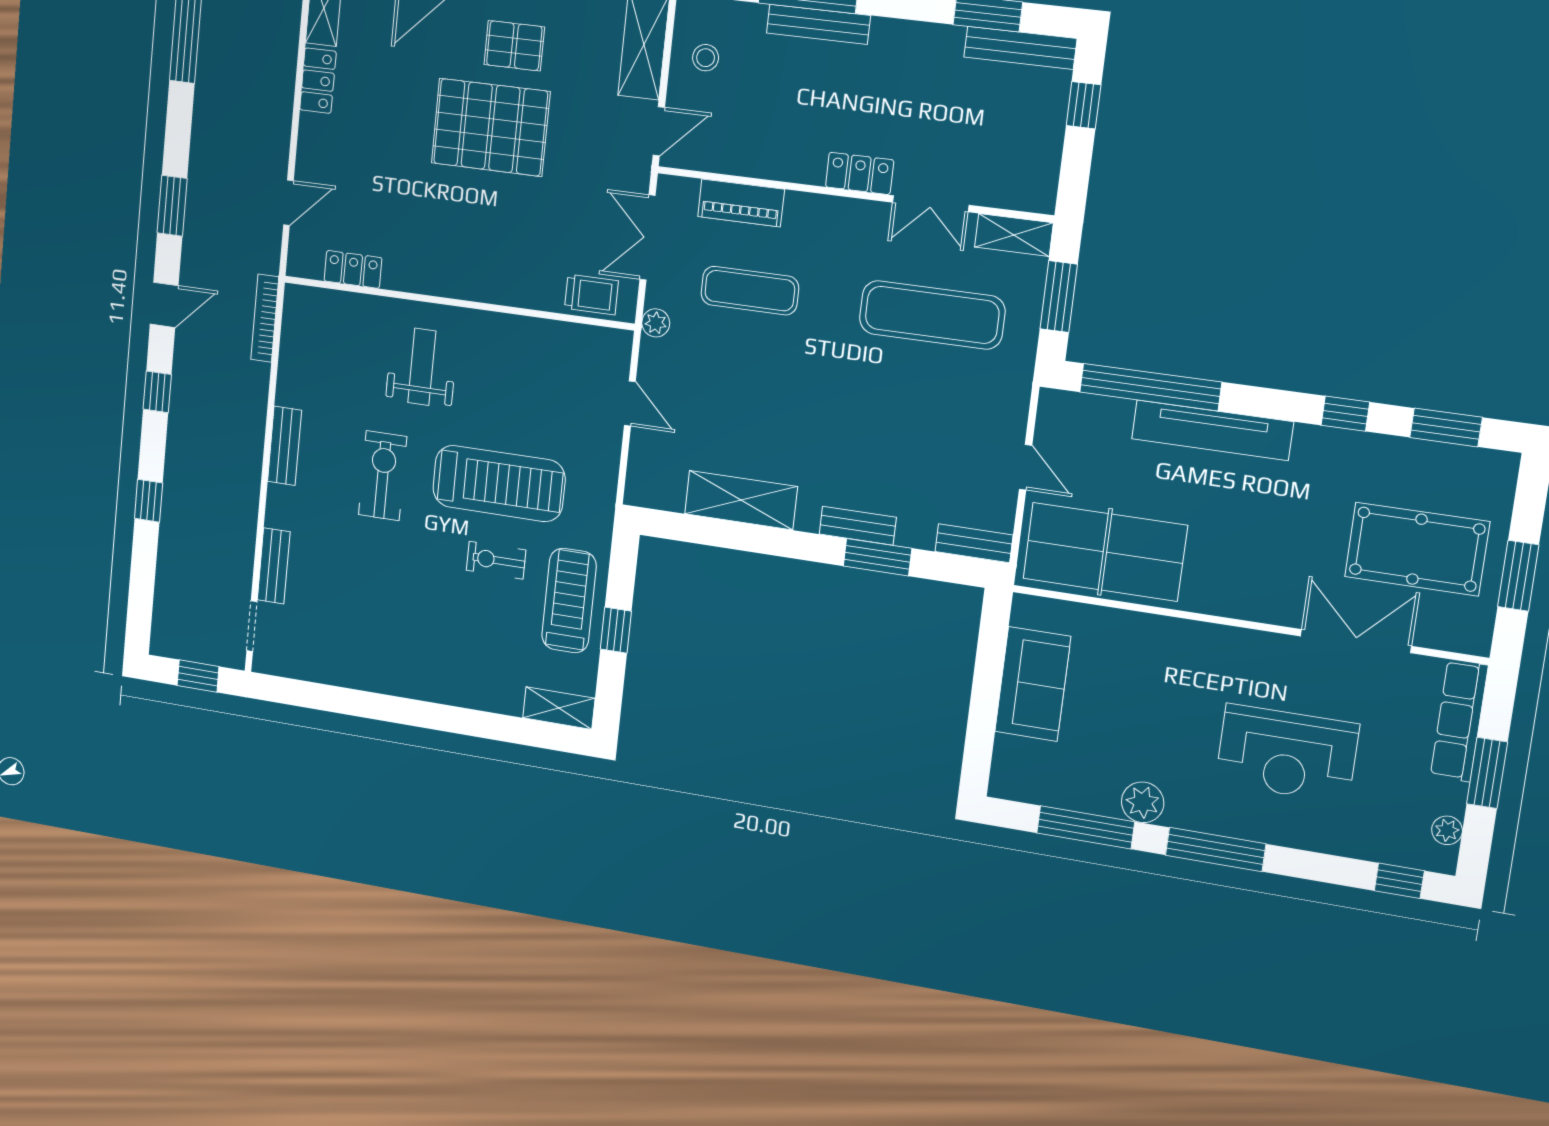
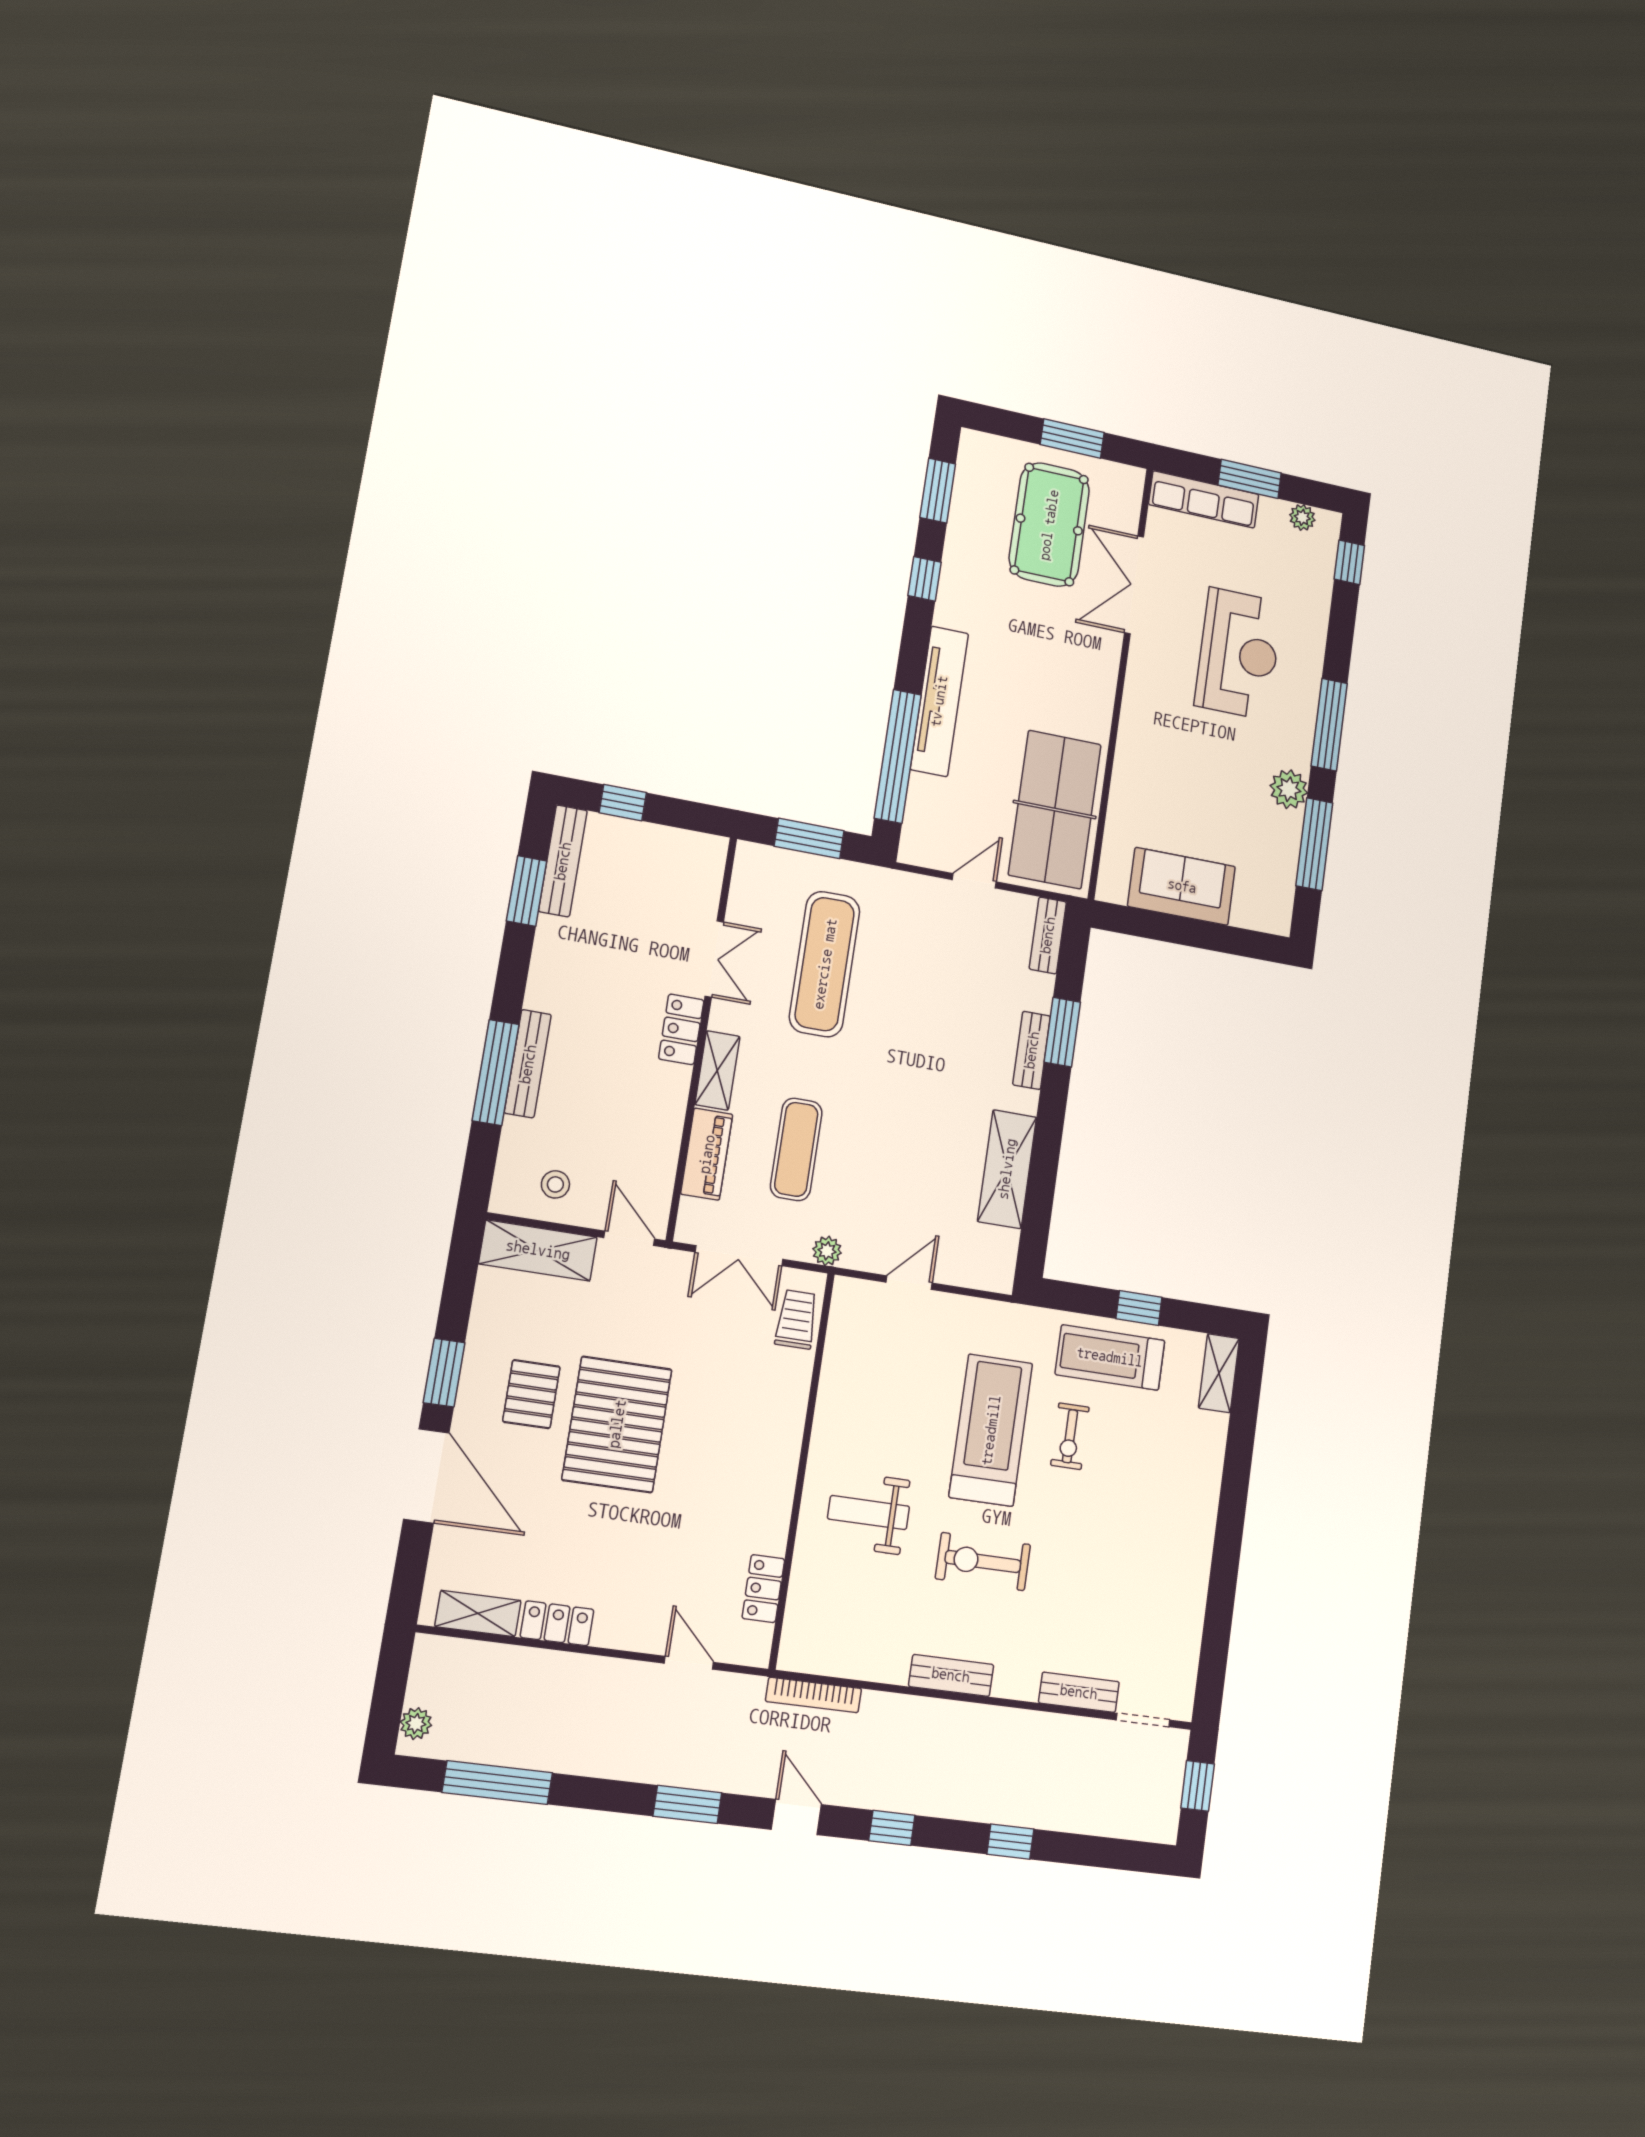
shelving: (1014, 235) -> (717, 1070), moved

